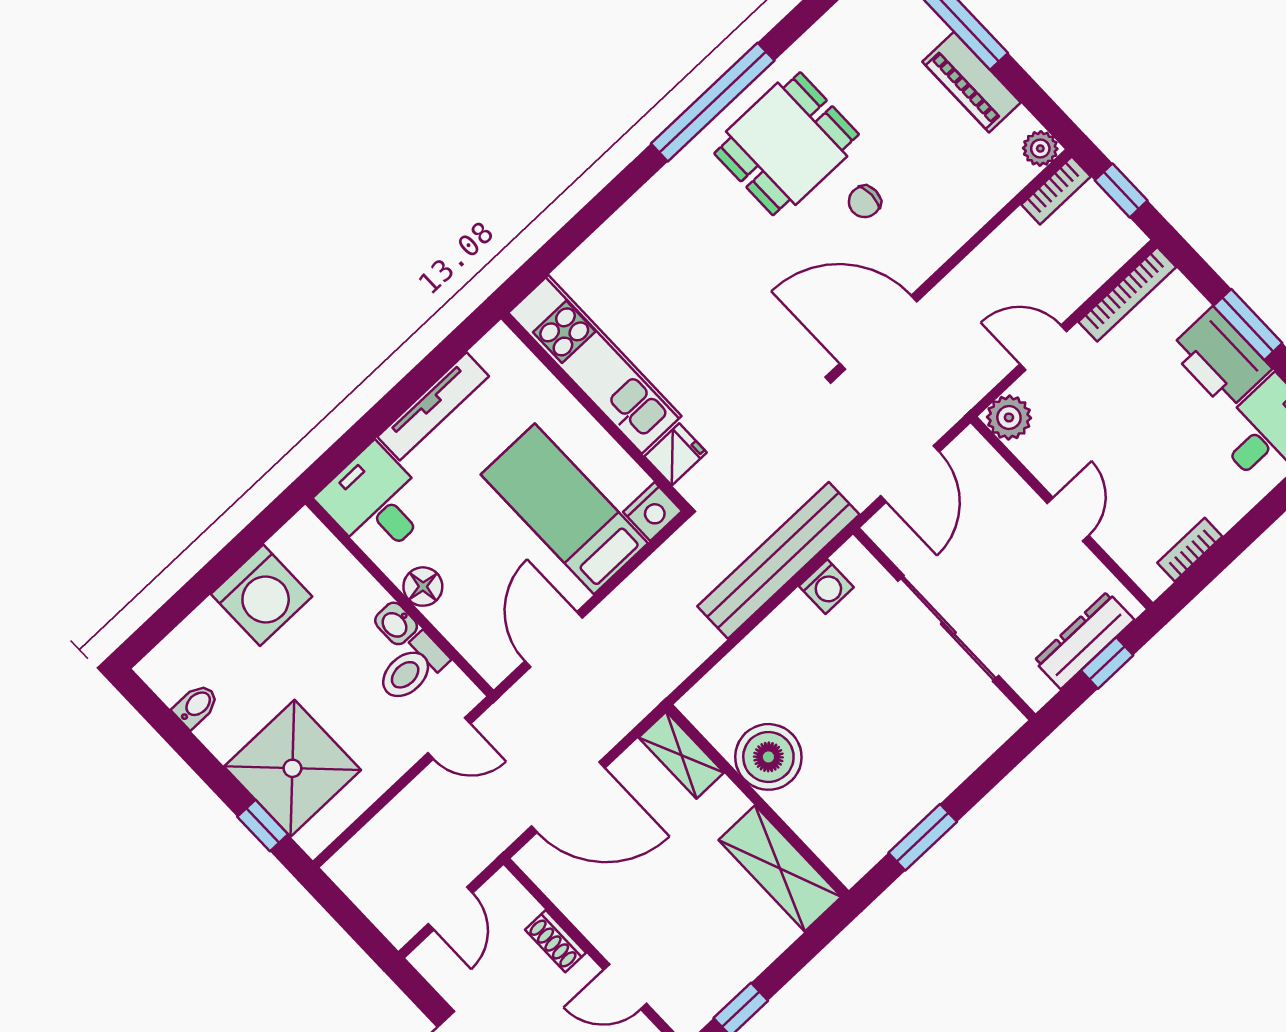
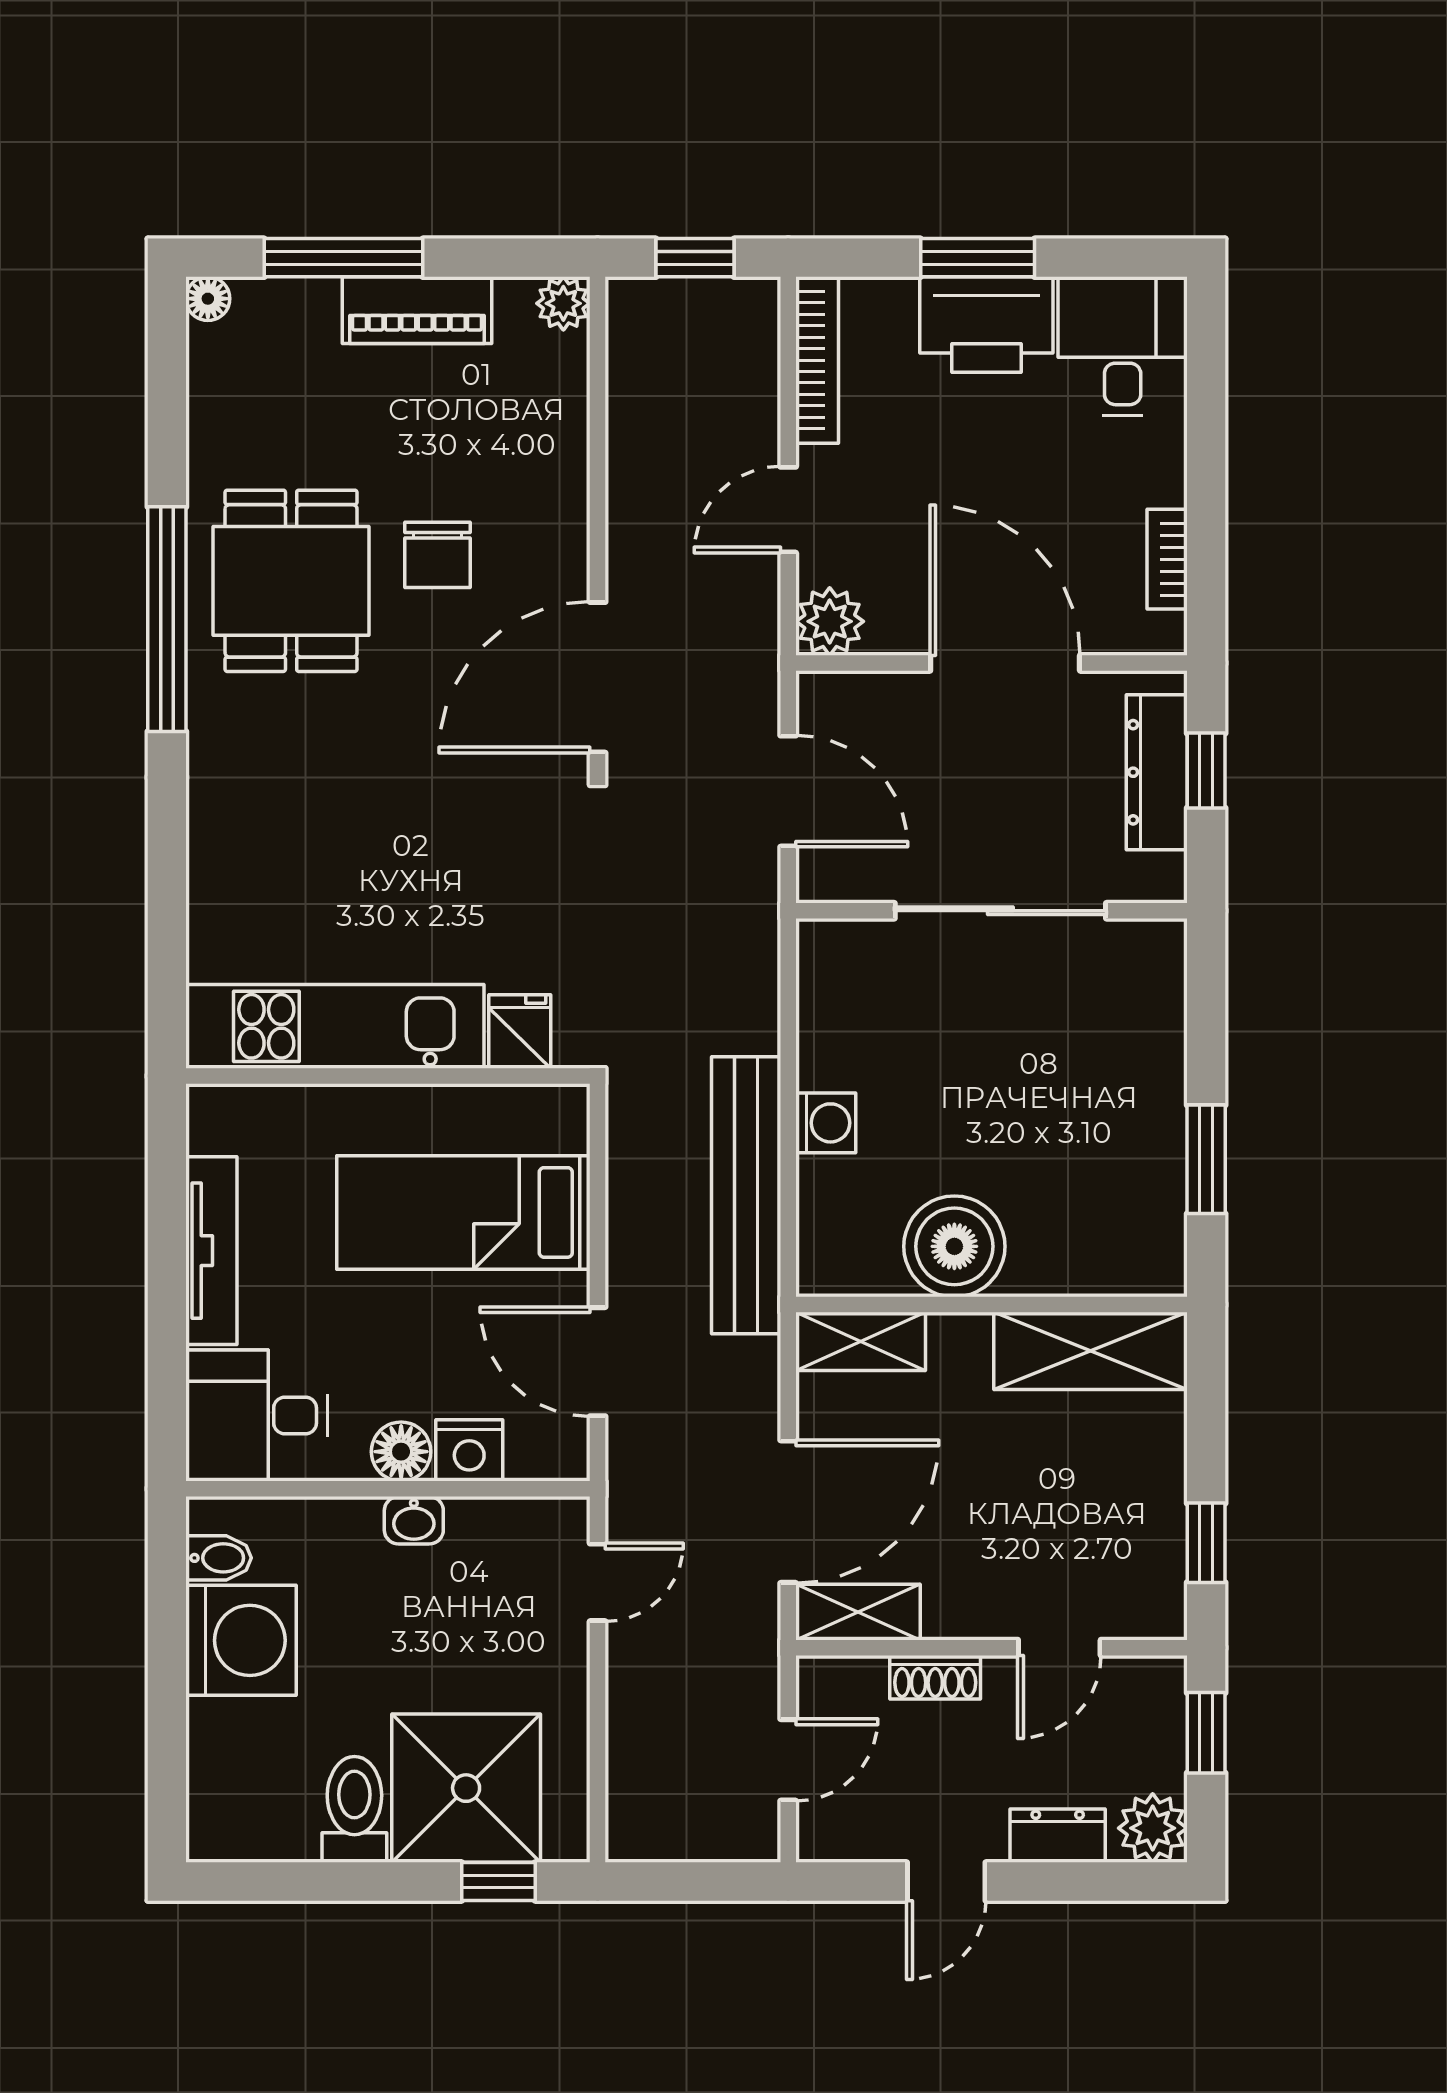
bookcase: (1056, 191) -> (627, 330), removed
chair: (865, 202) -> (438, 555), width x1.37, depth x1.37
nightstand: (653, 511) -> (469, 1450), moved, turned 90
door: (1068, 519) -> (1005, 663), width x1.88
bench: (778, 560) -> (746, 1195), moved
washing machine: (826, 587) -> (826, 1123), moved
toilet: (412, 668) -> (354, 1809), moved, turned 180
bidet: (196, 706) -> (219, 1558), moved, turned 90
shelving: (552, 875) -> (858, 1612), added
door: (450, 908) -> (788, 1760), hinge flipped

